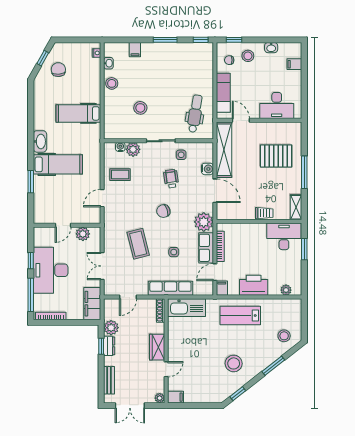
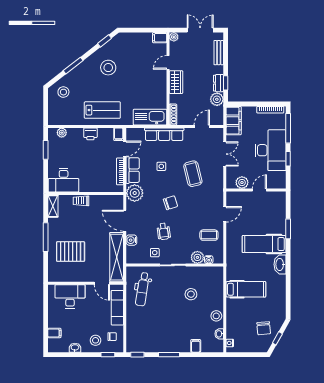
window: (304, 249) -> (46, 150), moved
printer: (254, 285) -> (90, 134), width x0.53, depth x0.68

